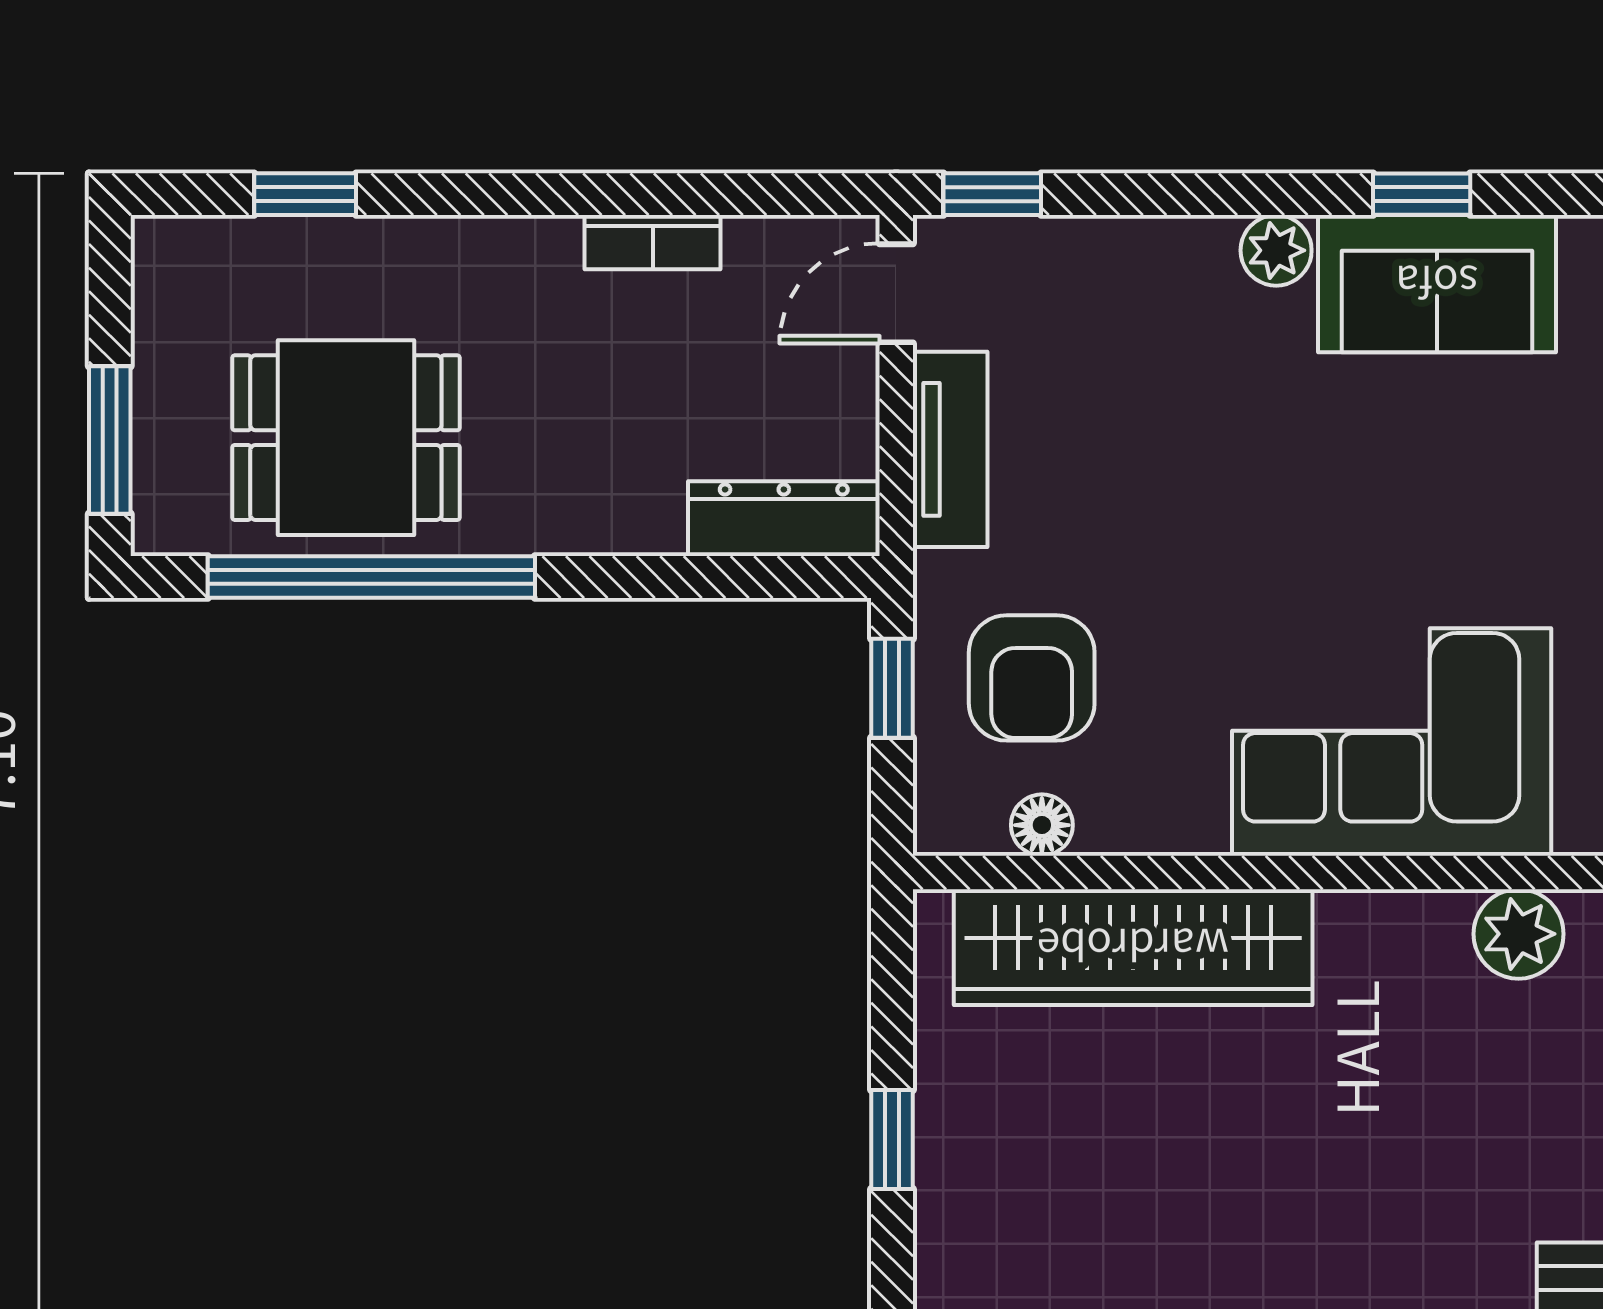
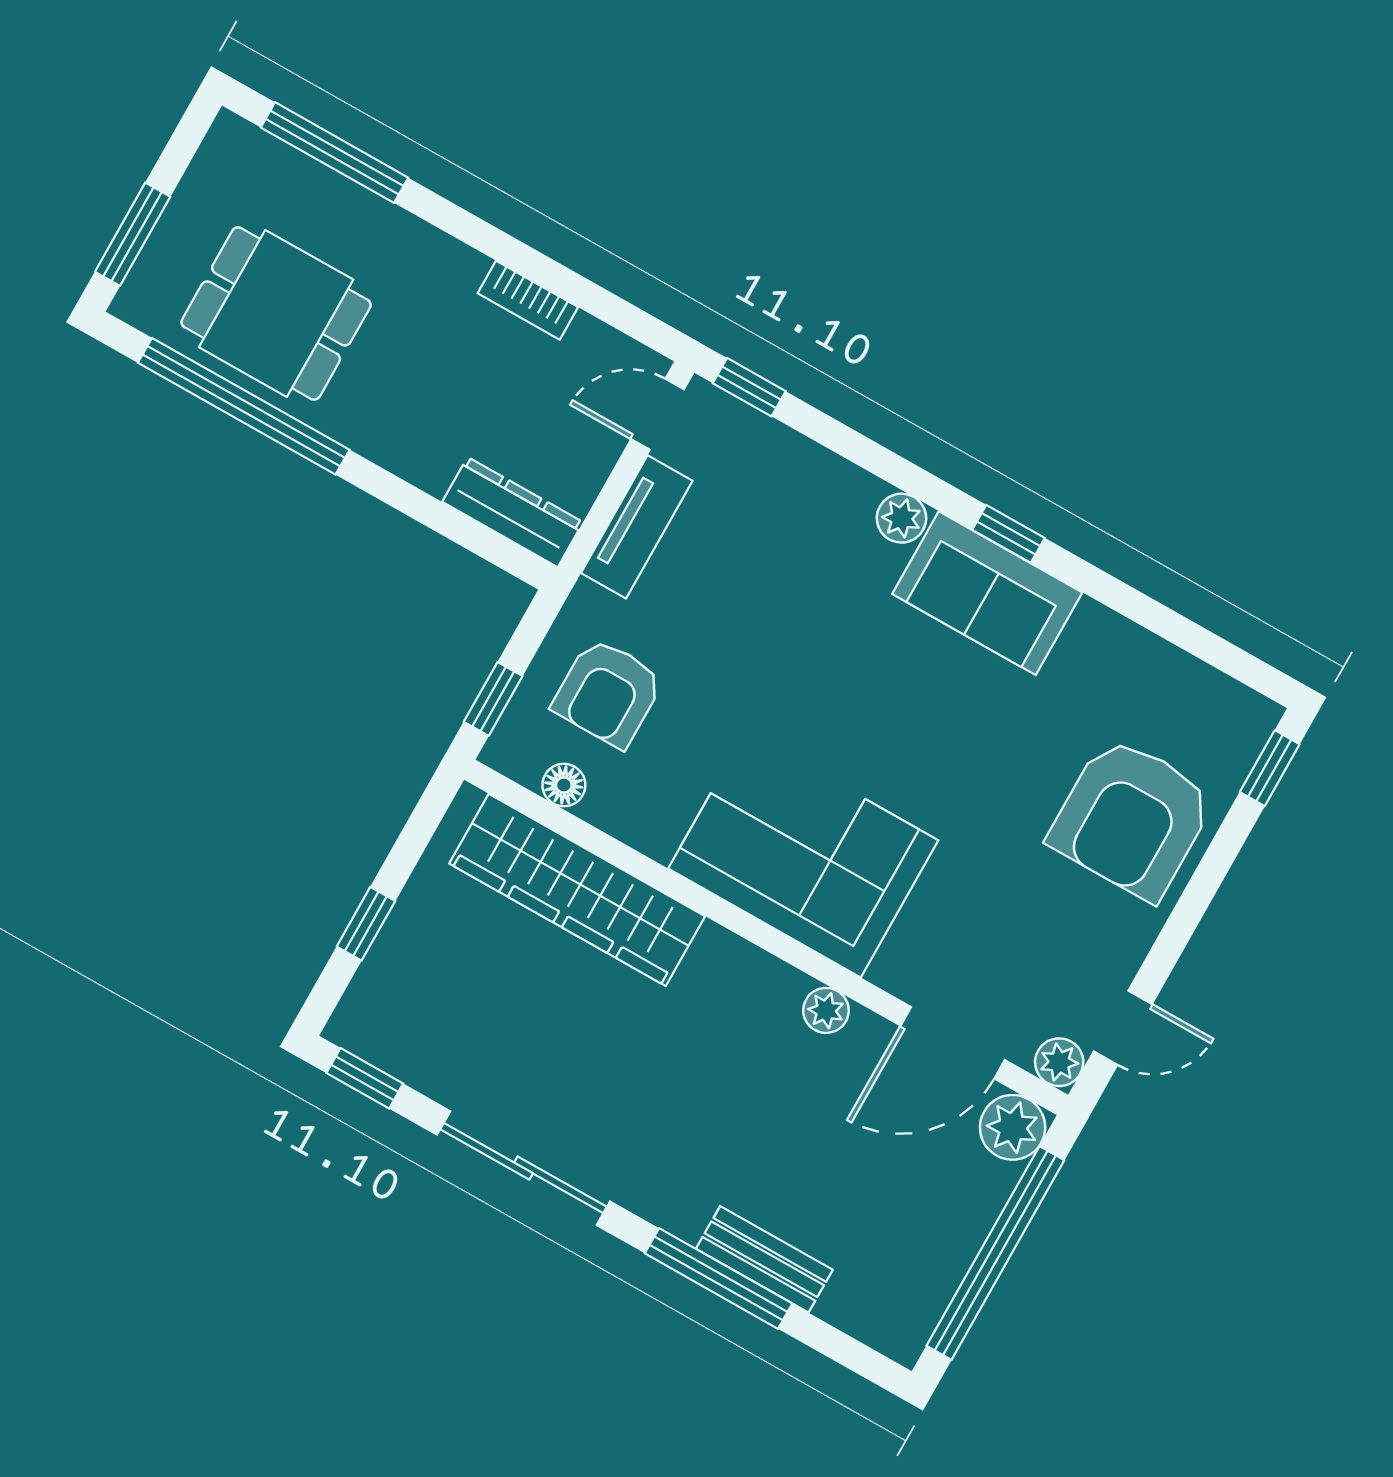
window: (305, 194) -> (335, 153), width x2.17
window: (892, 688) -> (493, 699), moved
plant: (1519, 934) -> (826, 1010), width x0.73, depth x0.73

